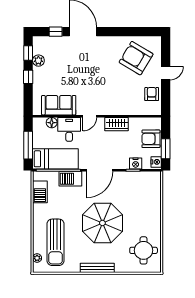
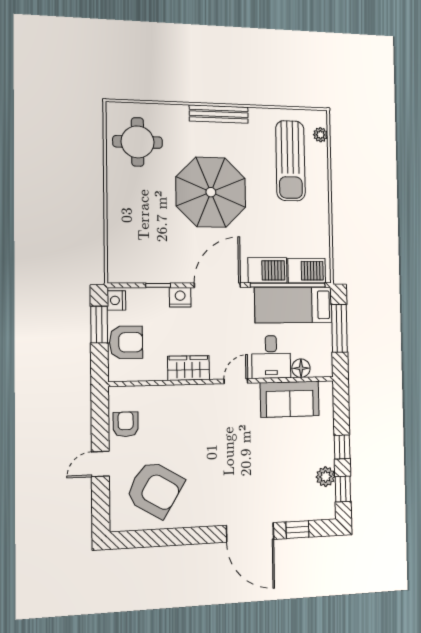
armchair: (152, 94) -> (126, 424), turned 180
nightstand: (136, 164) -> (180, 297), moved
barbecue: (40, 192) -> (307, 271), moved, turned 90
sun lounger: (56, 242) -> (290, 161), turned 180

